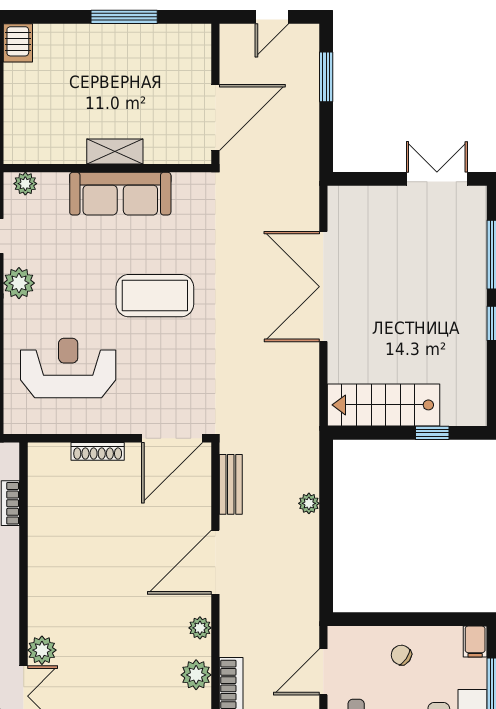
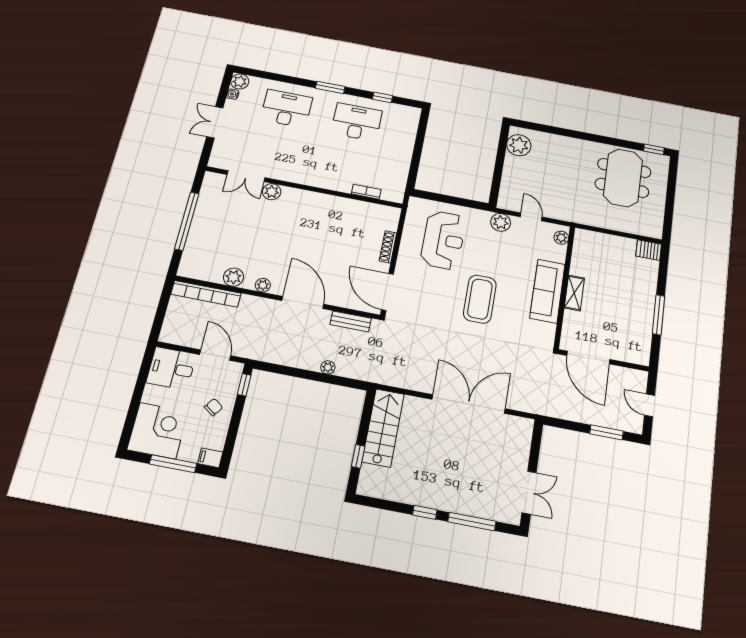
window: (360, 619) -> (244, 385), added

